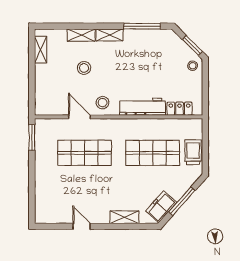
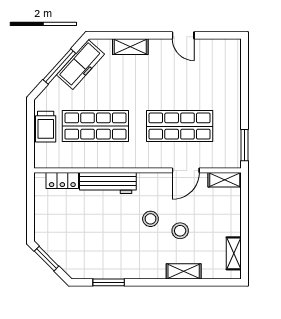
window: (142, 26) -> (109, 282), width x0.69
shelving: (110, 35) -> (225, 180), moved
stool: (193, 66) -> (46, 234), removed
stool: (103, 103) -> (150, 219), moved
door: (79, 117) -> (186, 170), hinge flipped
freezer: (161, 207) -> (80, 65), width x1.40

